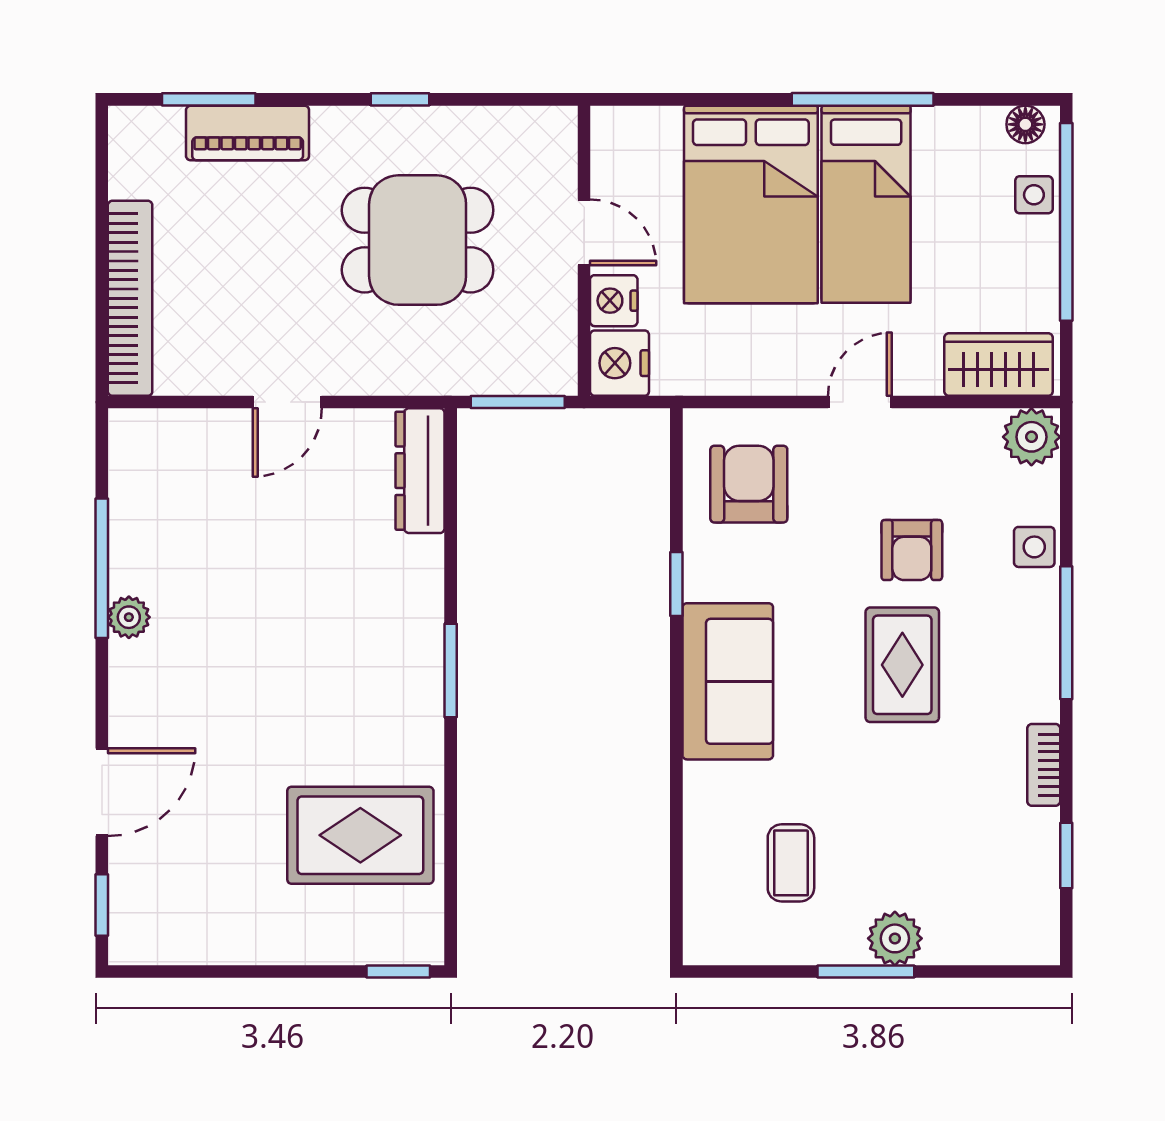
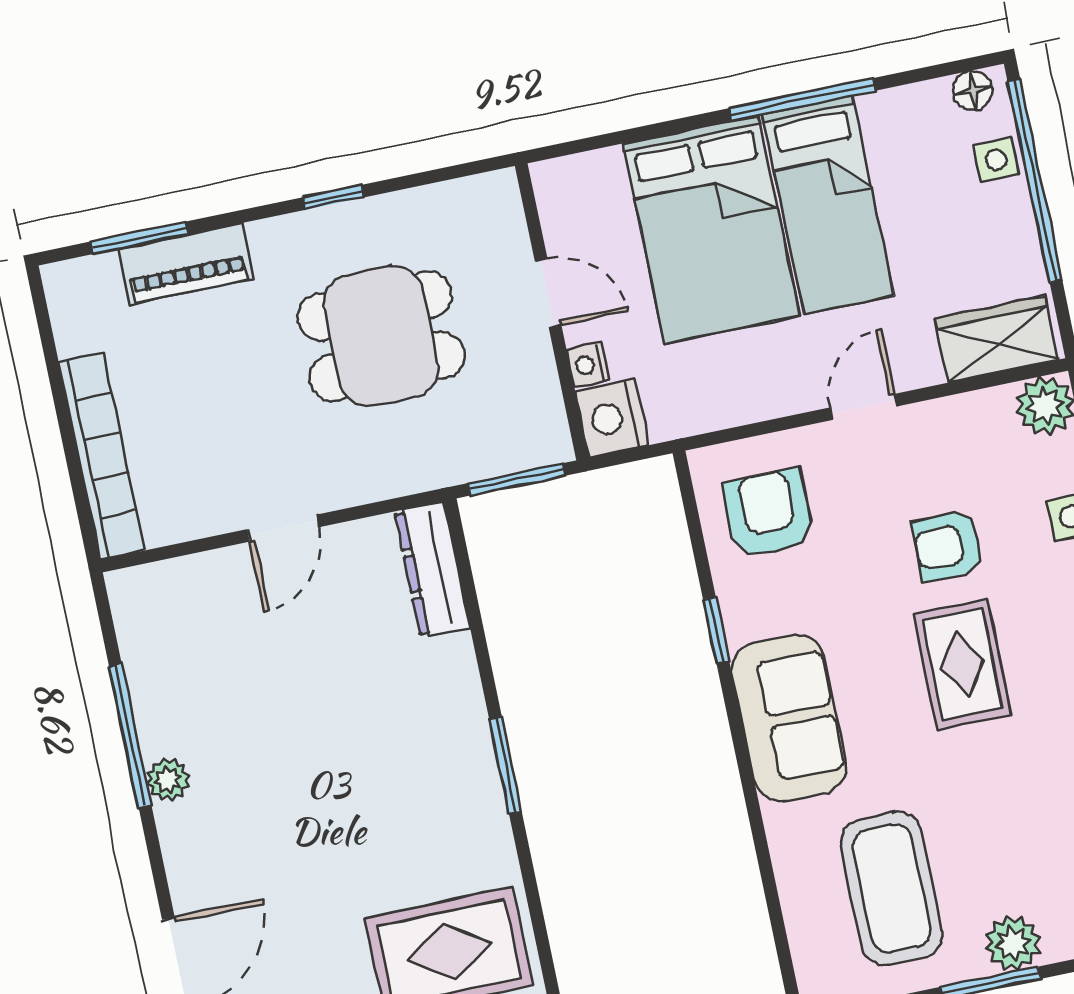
nightstand: (614, 301) -> (588, 365), width x0.72, depth x0.74
armchair: (912, 550) -> (948, 546), turned 90
coffee table: (791, 863) -> (891, 889), width x1.86, depth x1.72

